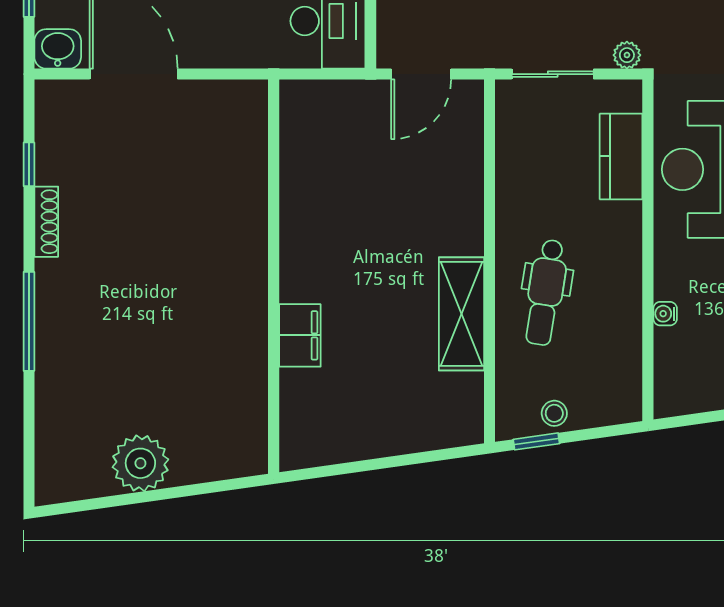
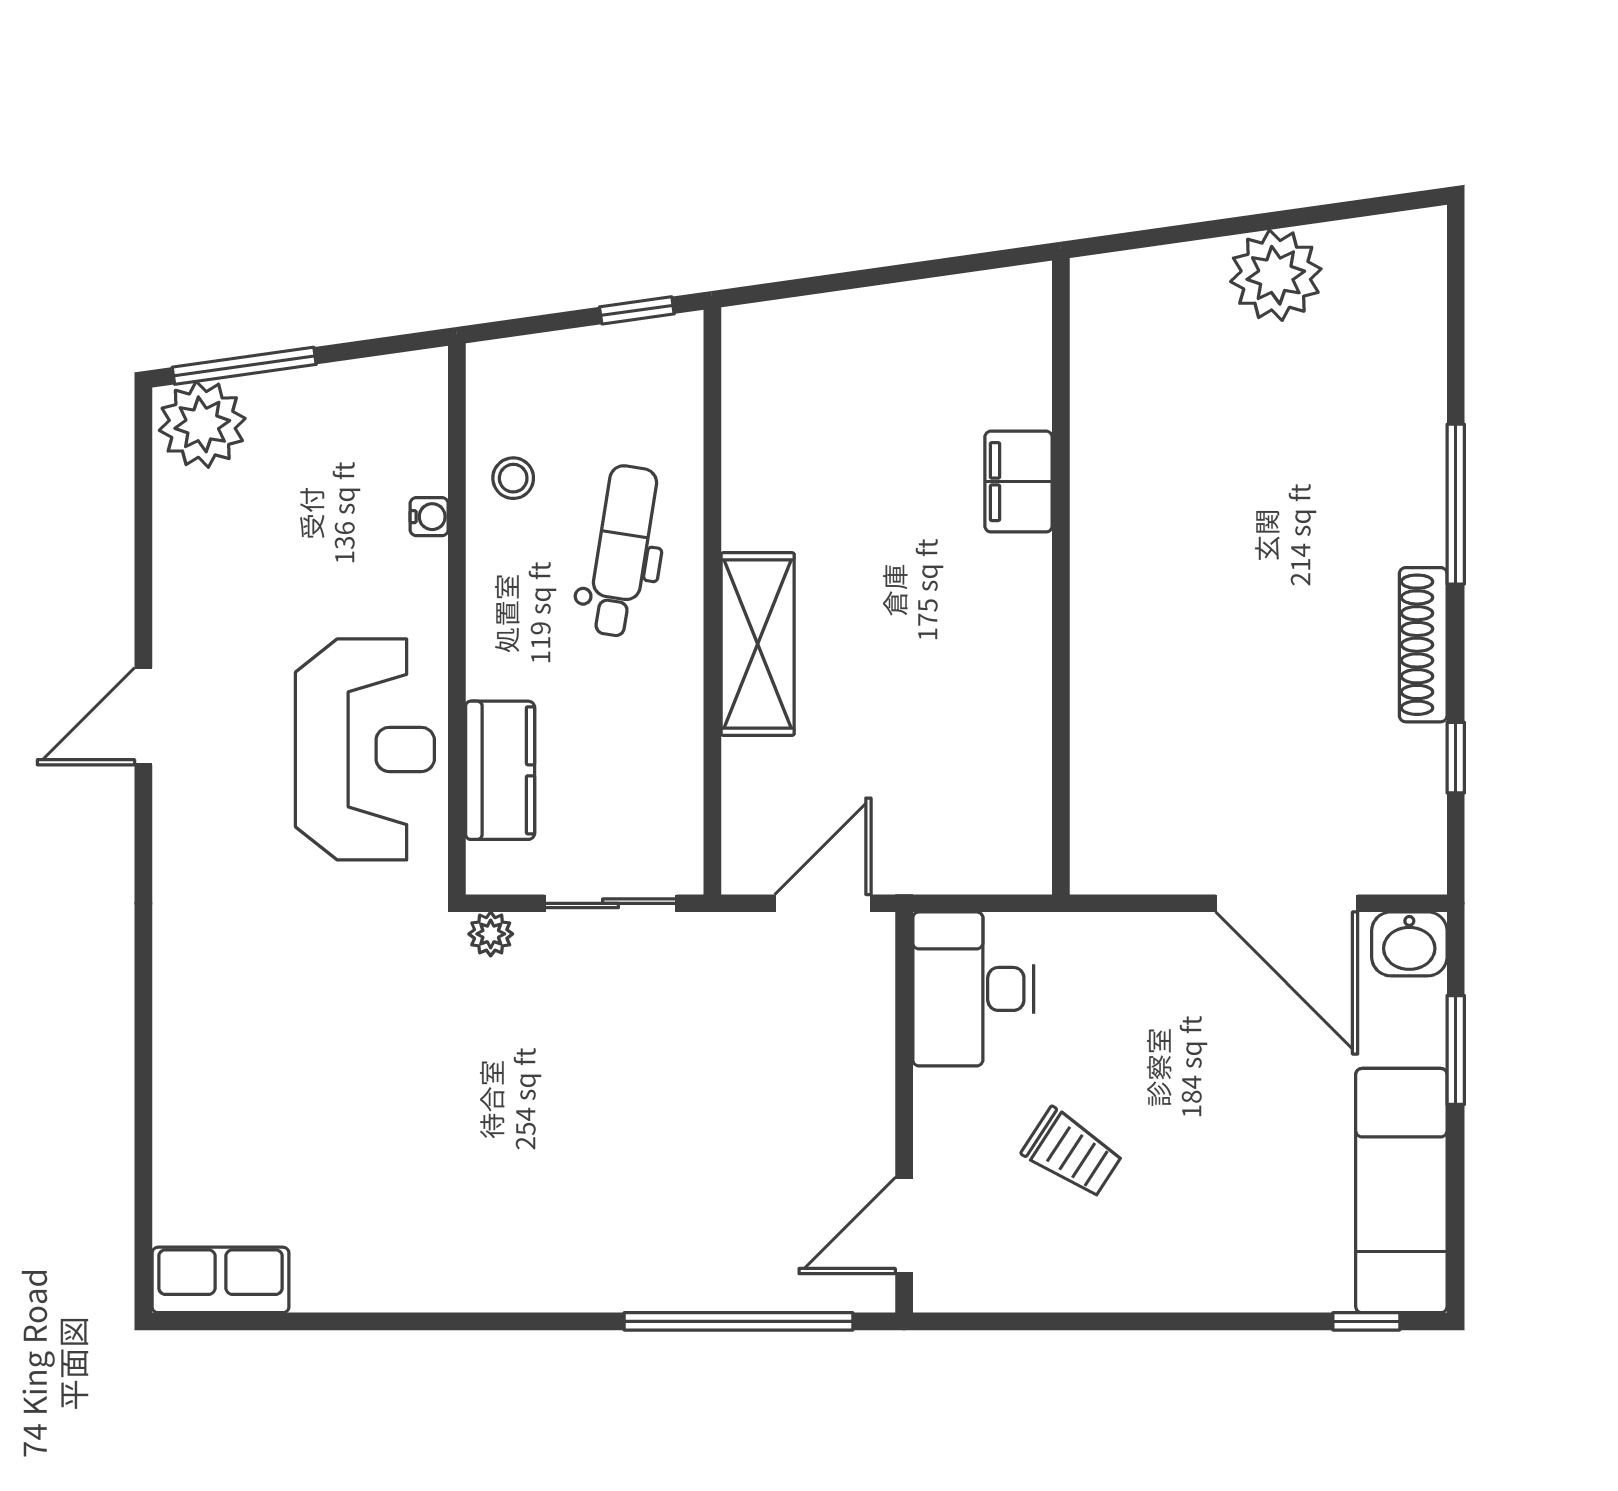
shoe rack: (46, 222) -> (1423, 645), width x1.36, depth x1.24
shelving: (461, 314) -> (758, 644), moved
stool: (554, 413) -> (513, 478), moved

